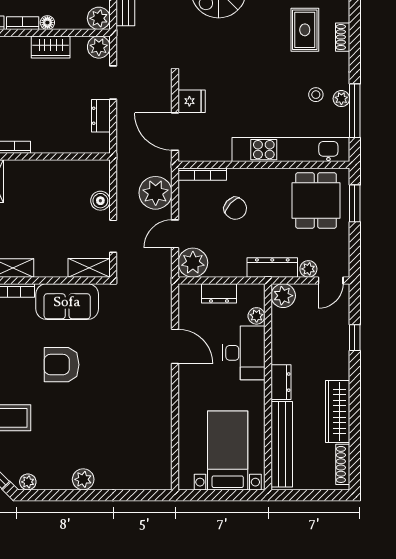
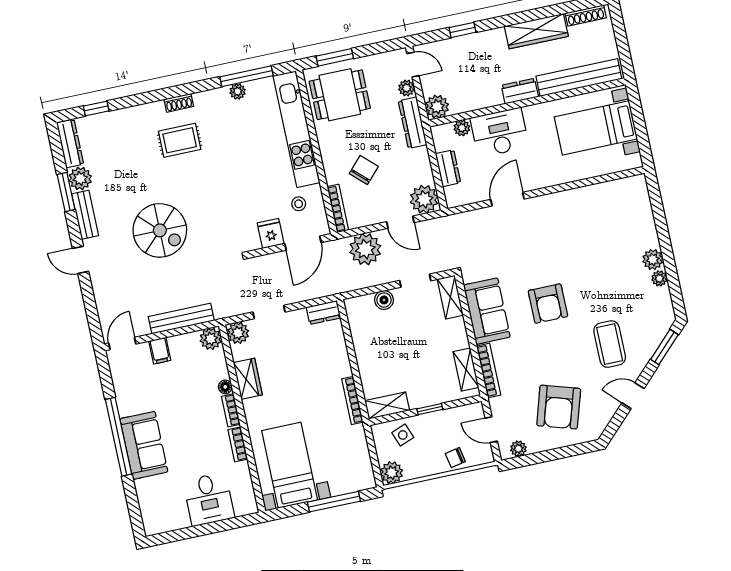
stool: (316, 95) -> (299, 204), moved
dresser: (101, 116) -> (323, 313), moved
plant: (28, 482) -> (659, 278), moved

